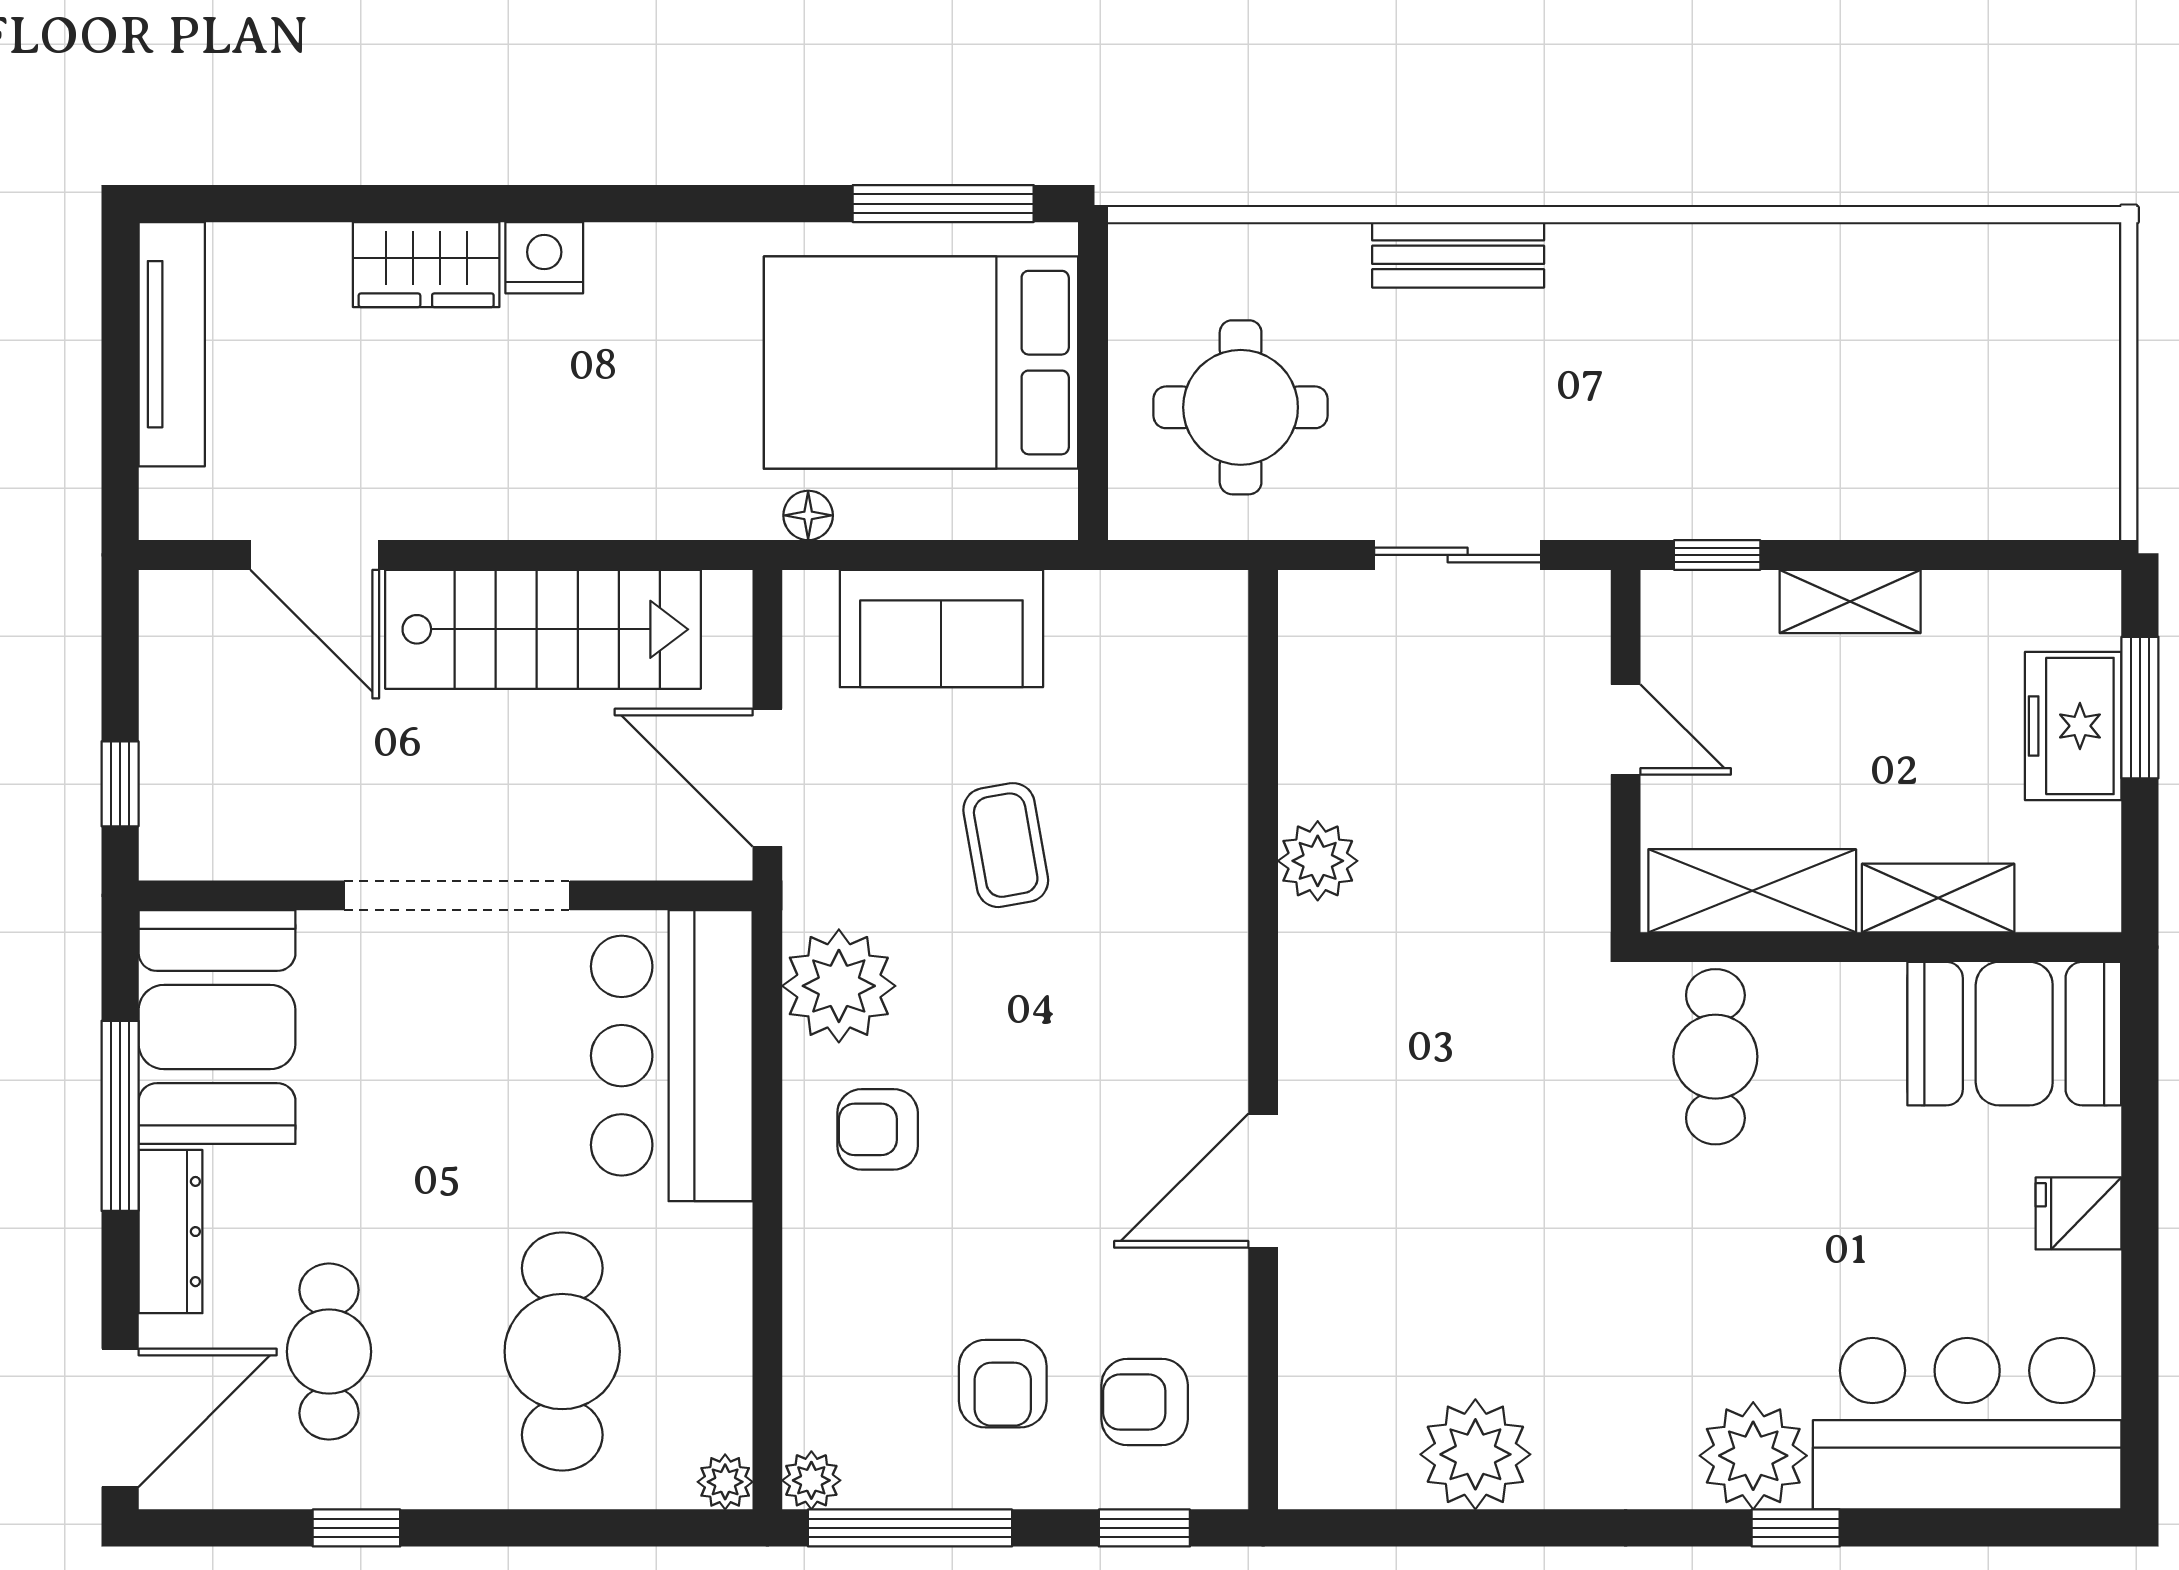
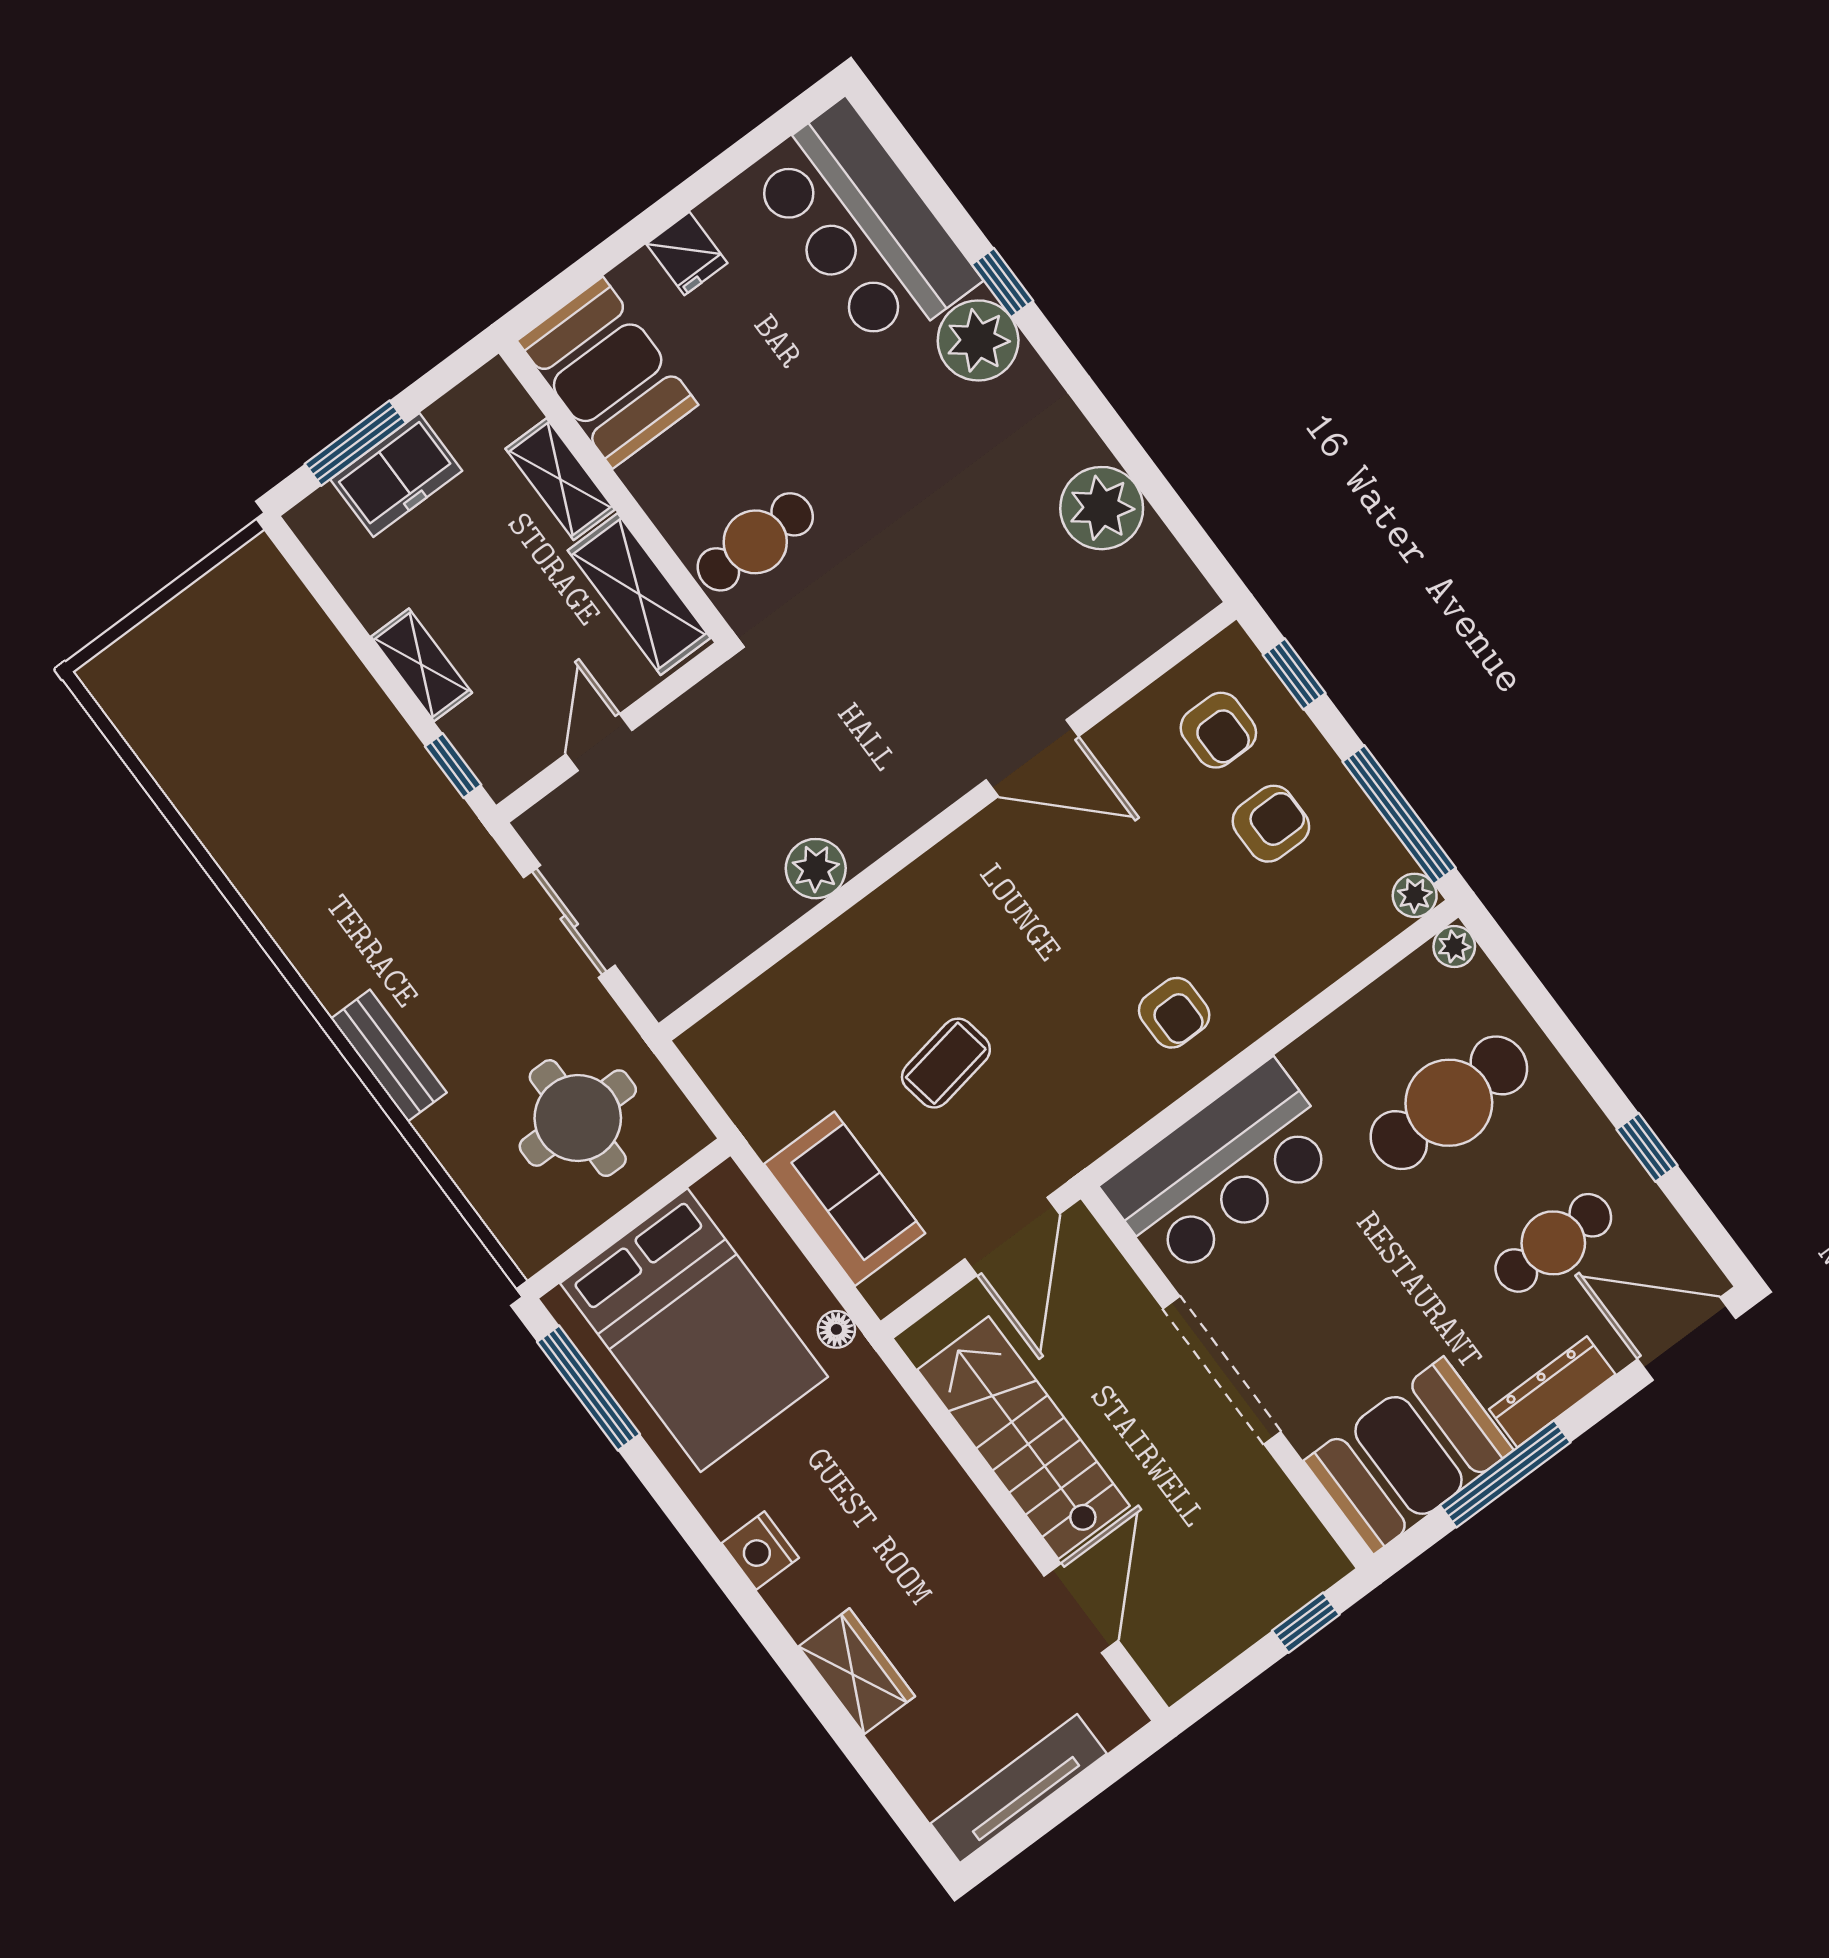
nightstand: (544, 258) -> (760, 1551), moved
plant: (839, 986) -> (1105, 1100), removed

